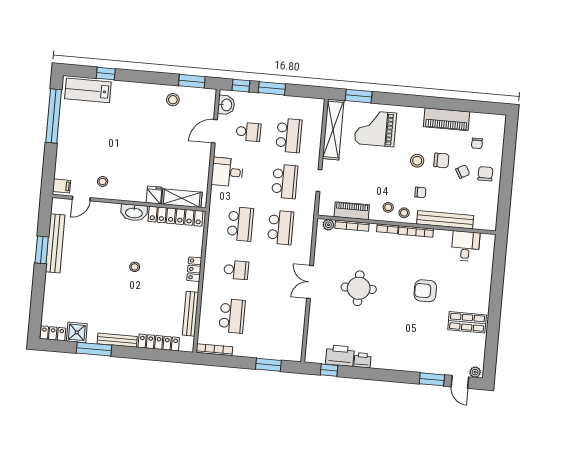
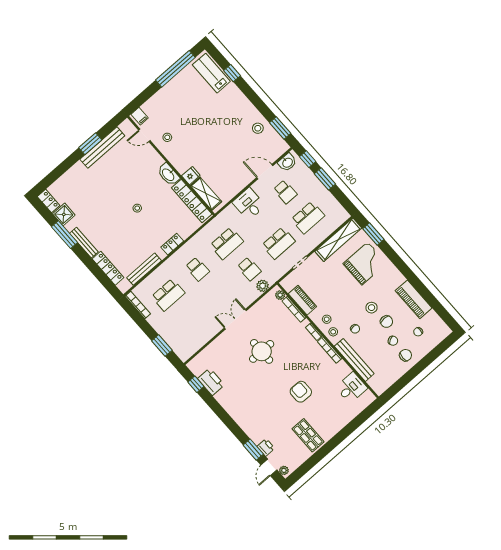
grand piano: (375, 128) -> (365, 264), turned 90
school desk: (281, 227) -> (249, 269), width x0.54
plant: (306, 231) -> (263, 286), added
printer: (362, 360) -> (266, 447), moved

